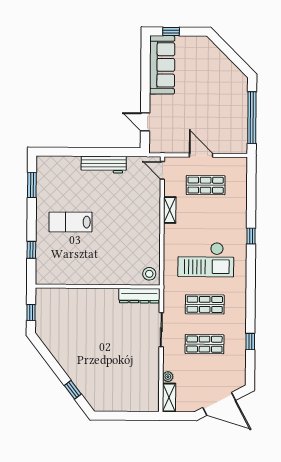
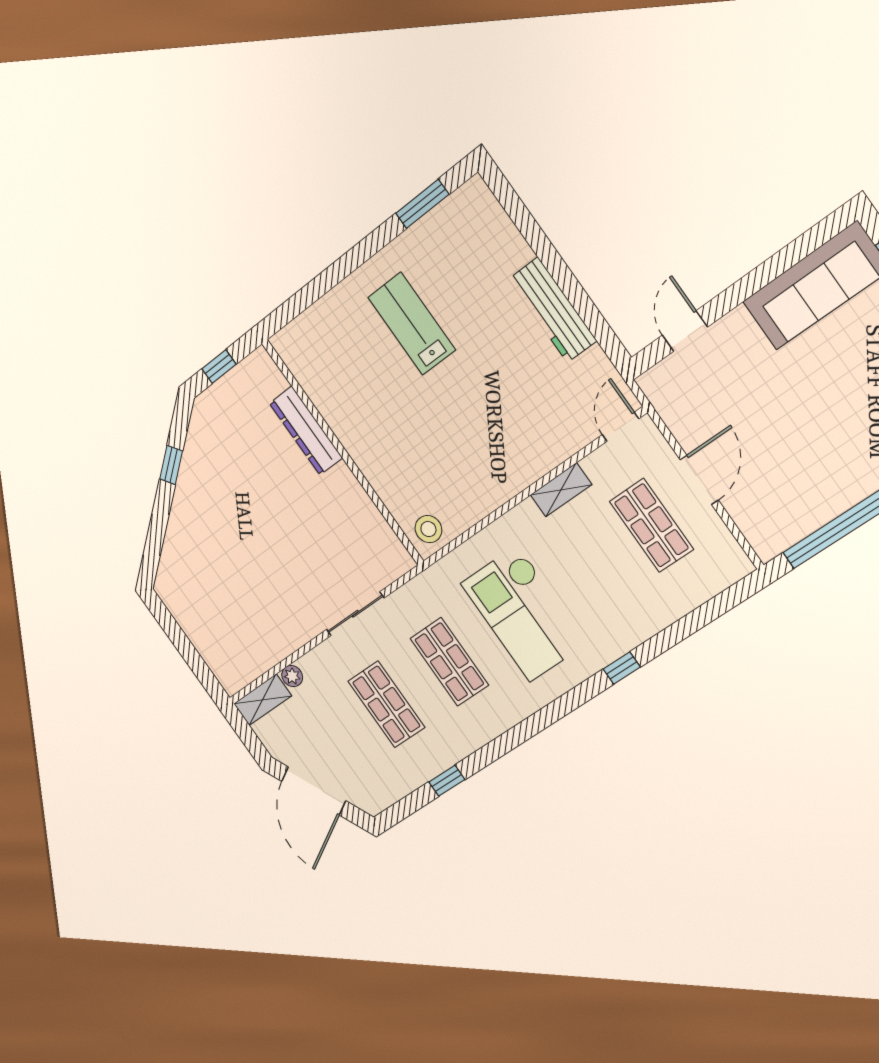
window: (31, 250) -> (316, 289), removed
dresser: (139, 296) -> (306, 431), moved
window: (73, 390) -> (171, 465), moved

